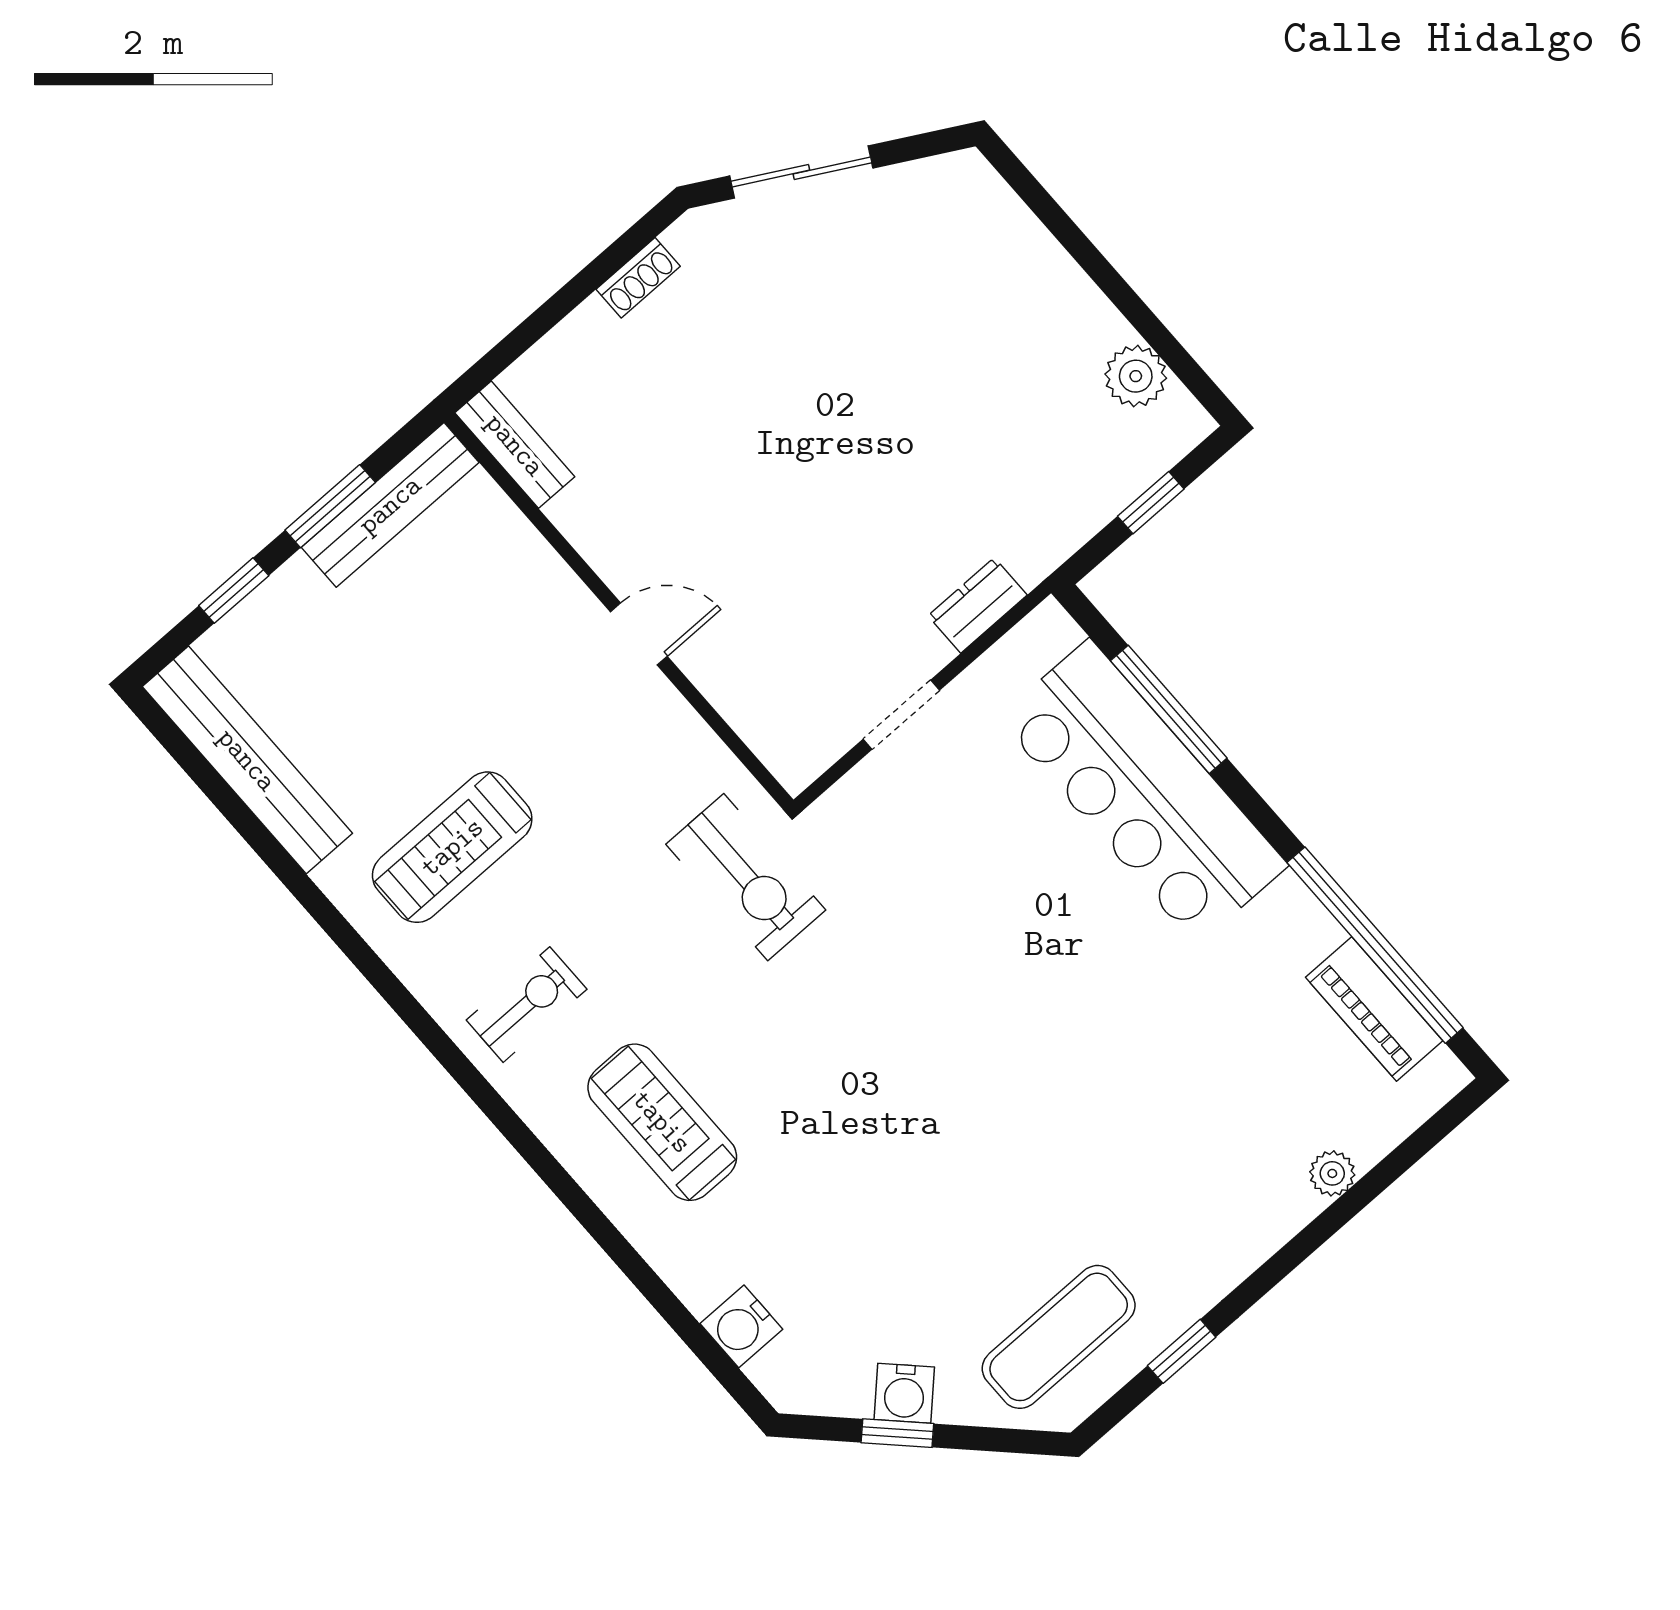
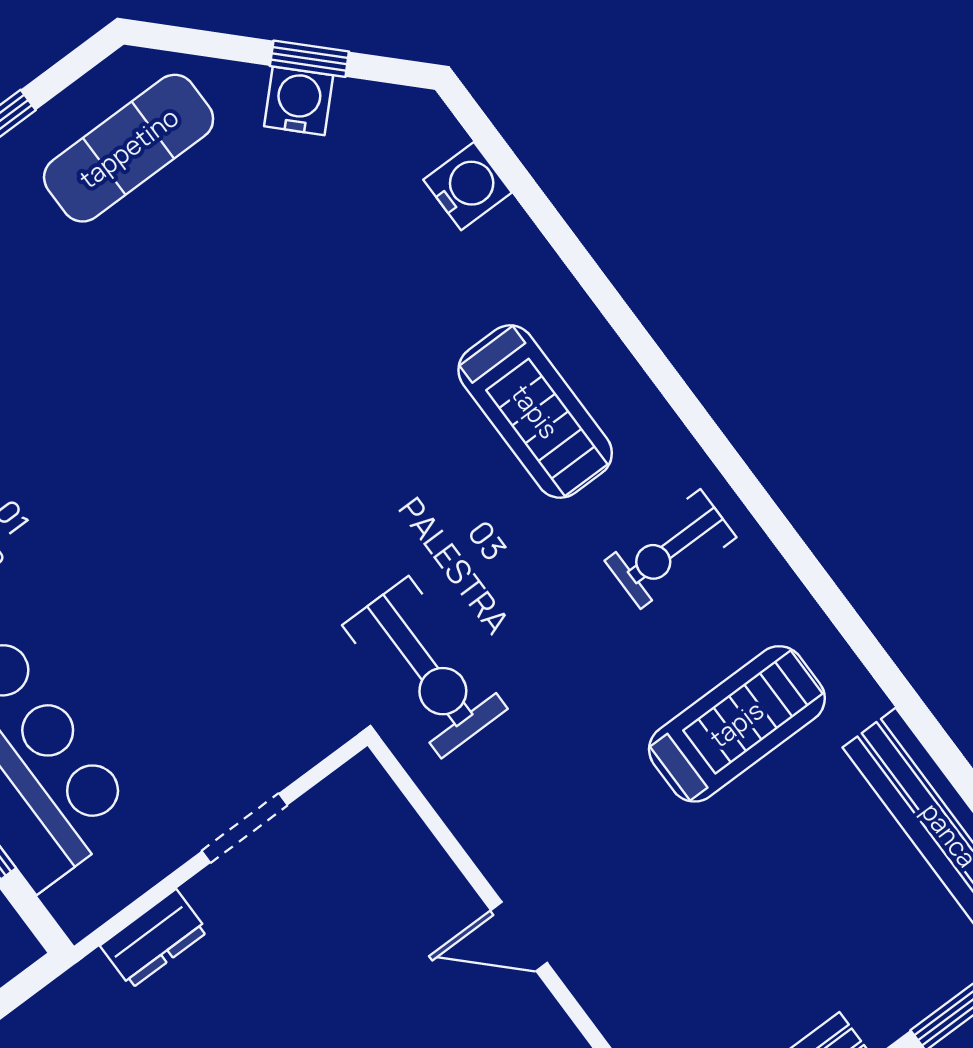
exercise bike: (746, 877) -> (425, 667), turned 180

